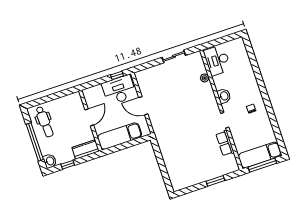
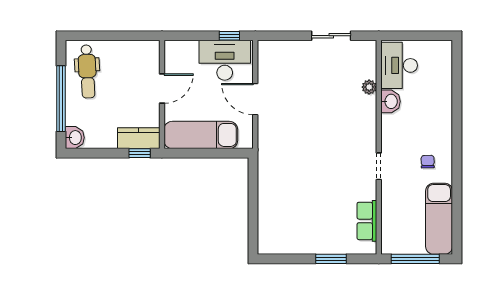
washbasin: (224, 96) -> (391, 101), moved
row of seats: (225, 143) -> (367, 221), moved
exam couch: (260, 155) -> (439, 219), moved, turned -90
window: (68, 165) -> (140, 153), moved

